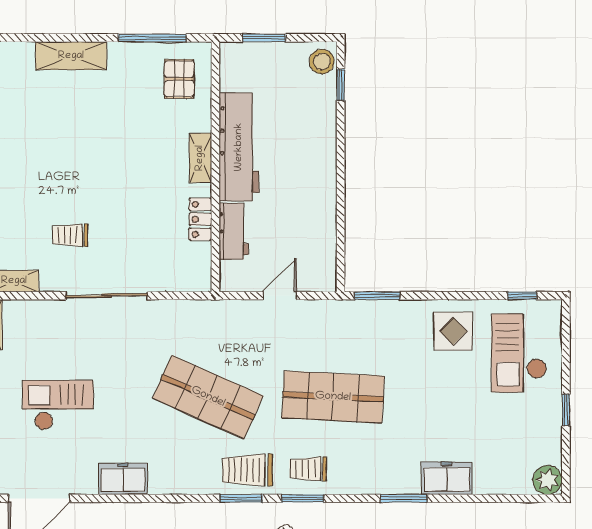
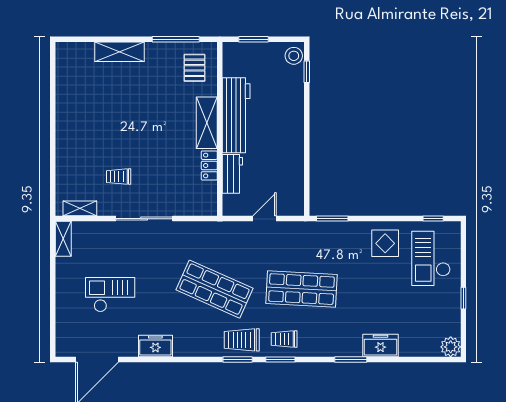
shelving: (200, 158) -> (207, 123), width x1.50, depth x1.33

